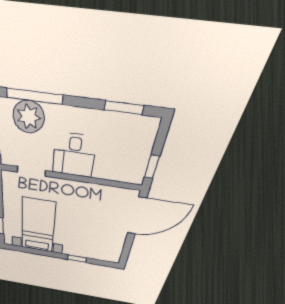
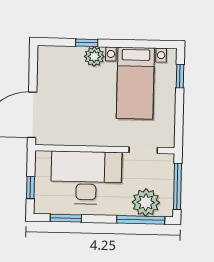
desk: (74, 155) -> (86, 178), width x1.87, depth x1.30
window: (152, 167) -> (30, 188), moved
plant: (72, 249) -> (94, 57), added

